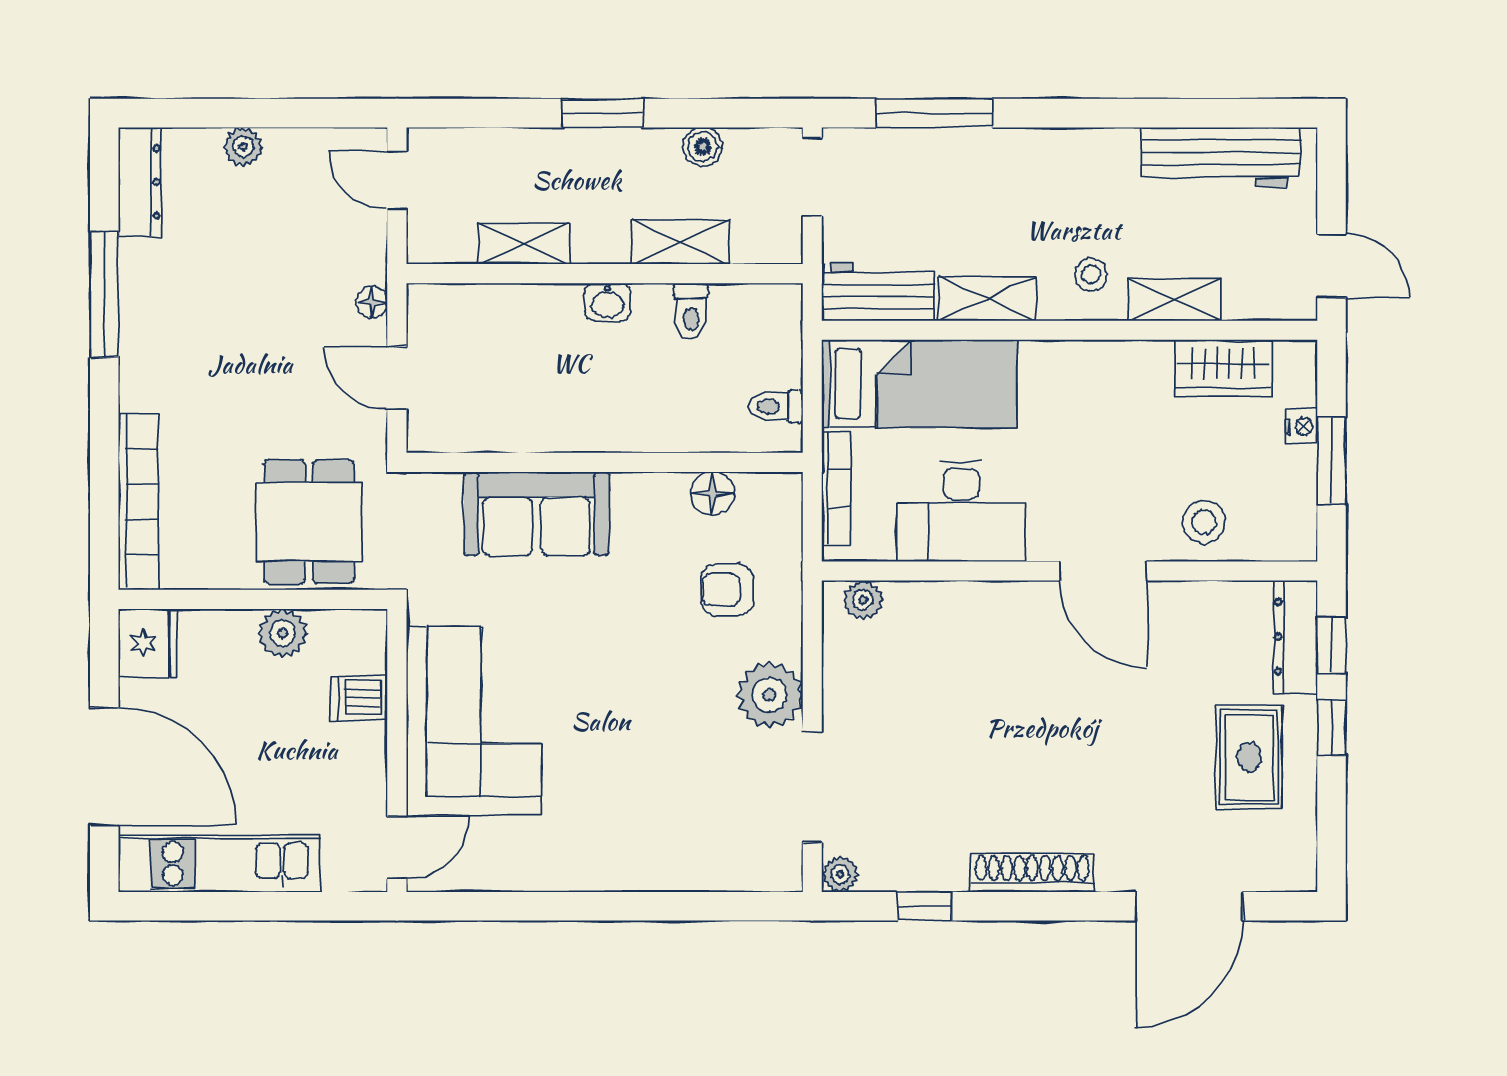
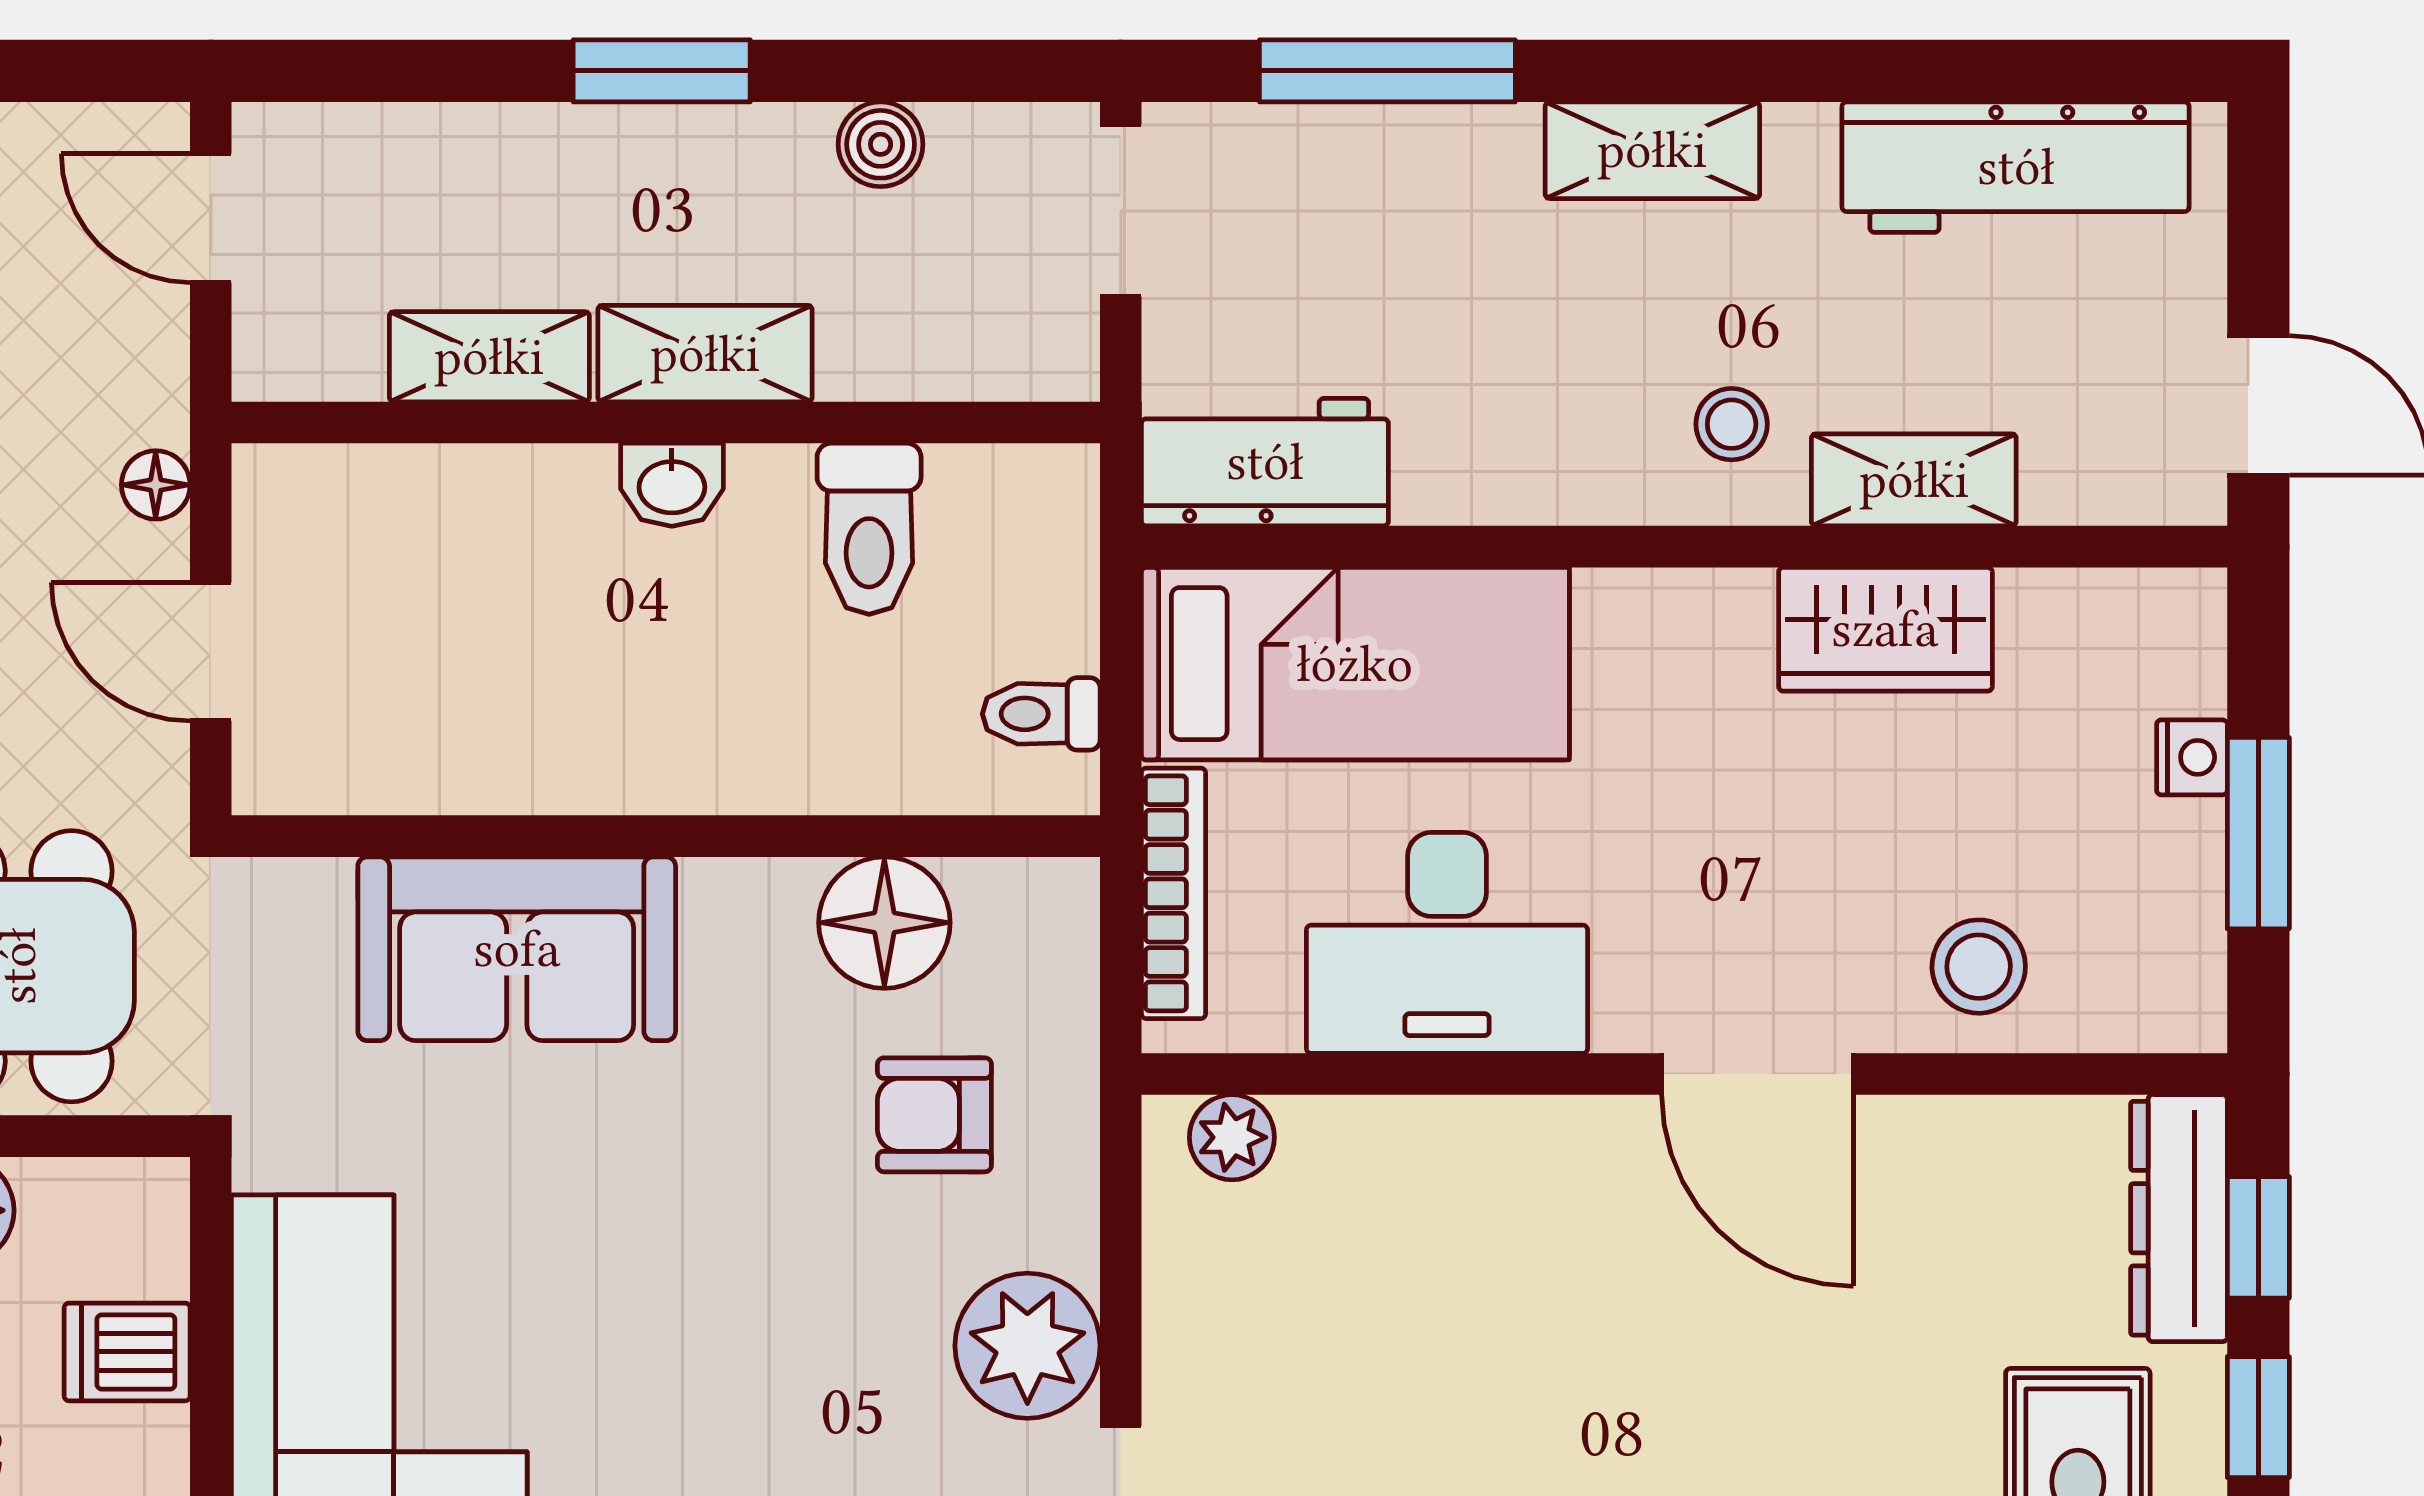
shelving: (681, 242) -> (705, 354), moved
shelving: (987, 299) -> (1652, 150), moved
toilet: (691, 311) -> (869, 529), width x1.37, depth x1.39
wardrobe: (1223, 368) -> (1885, 629), moved
floor lamp: (713, 494) -> (884, 923), width x1.38, depth x1.38

